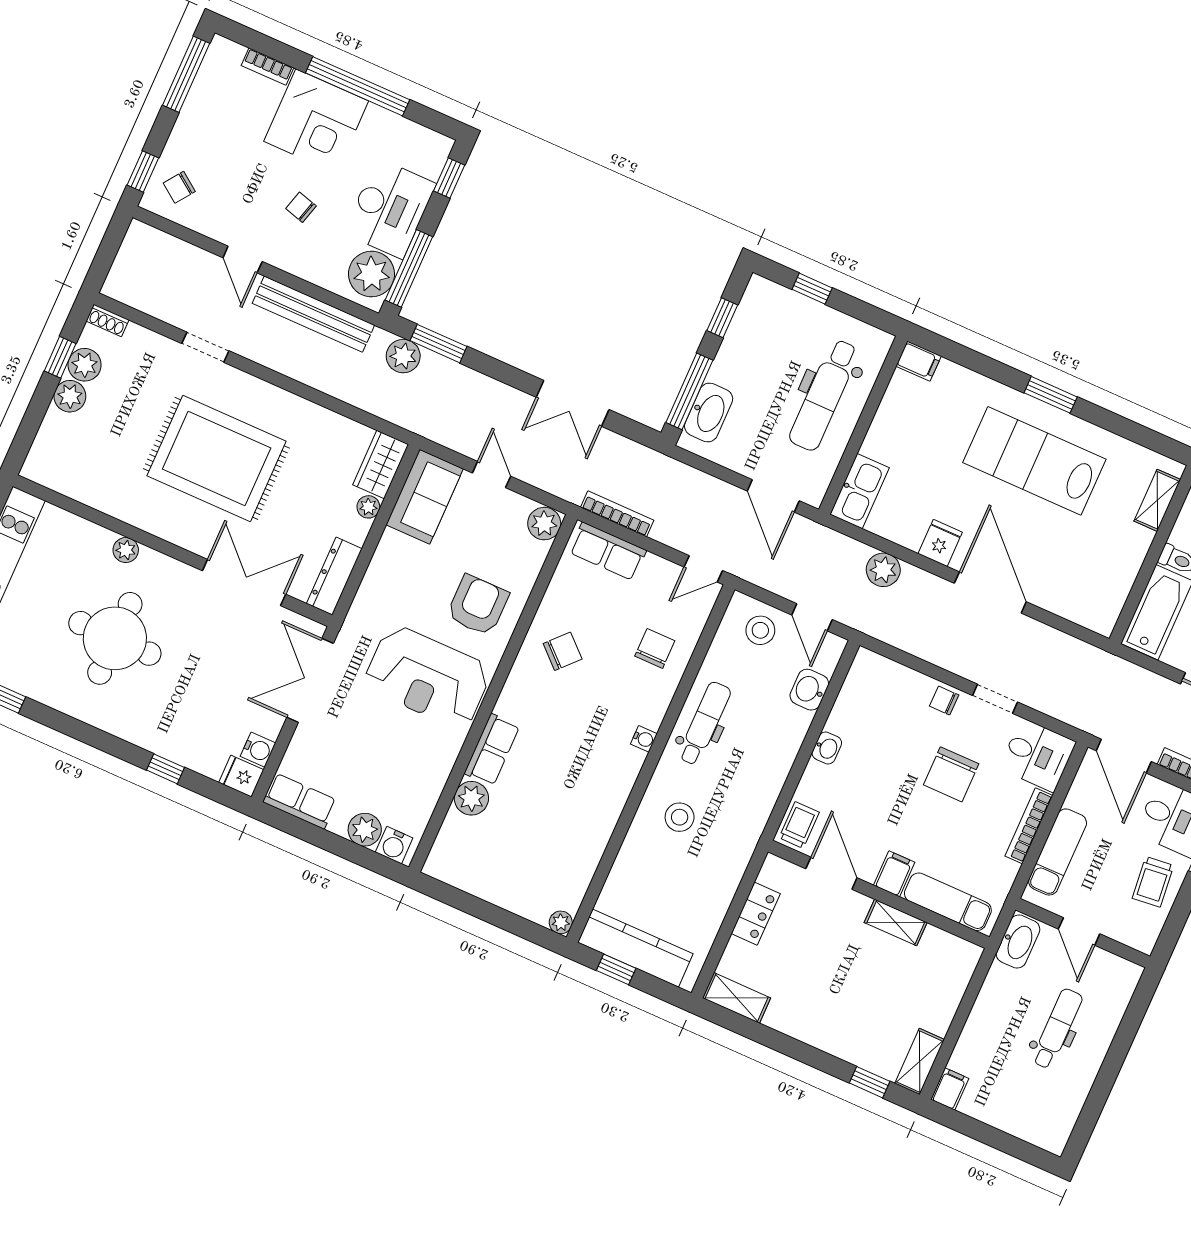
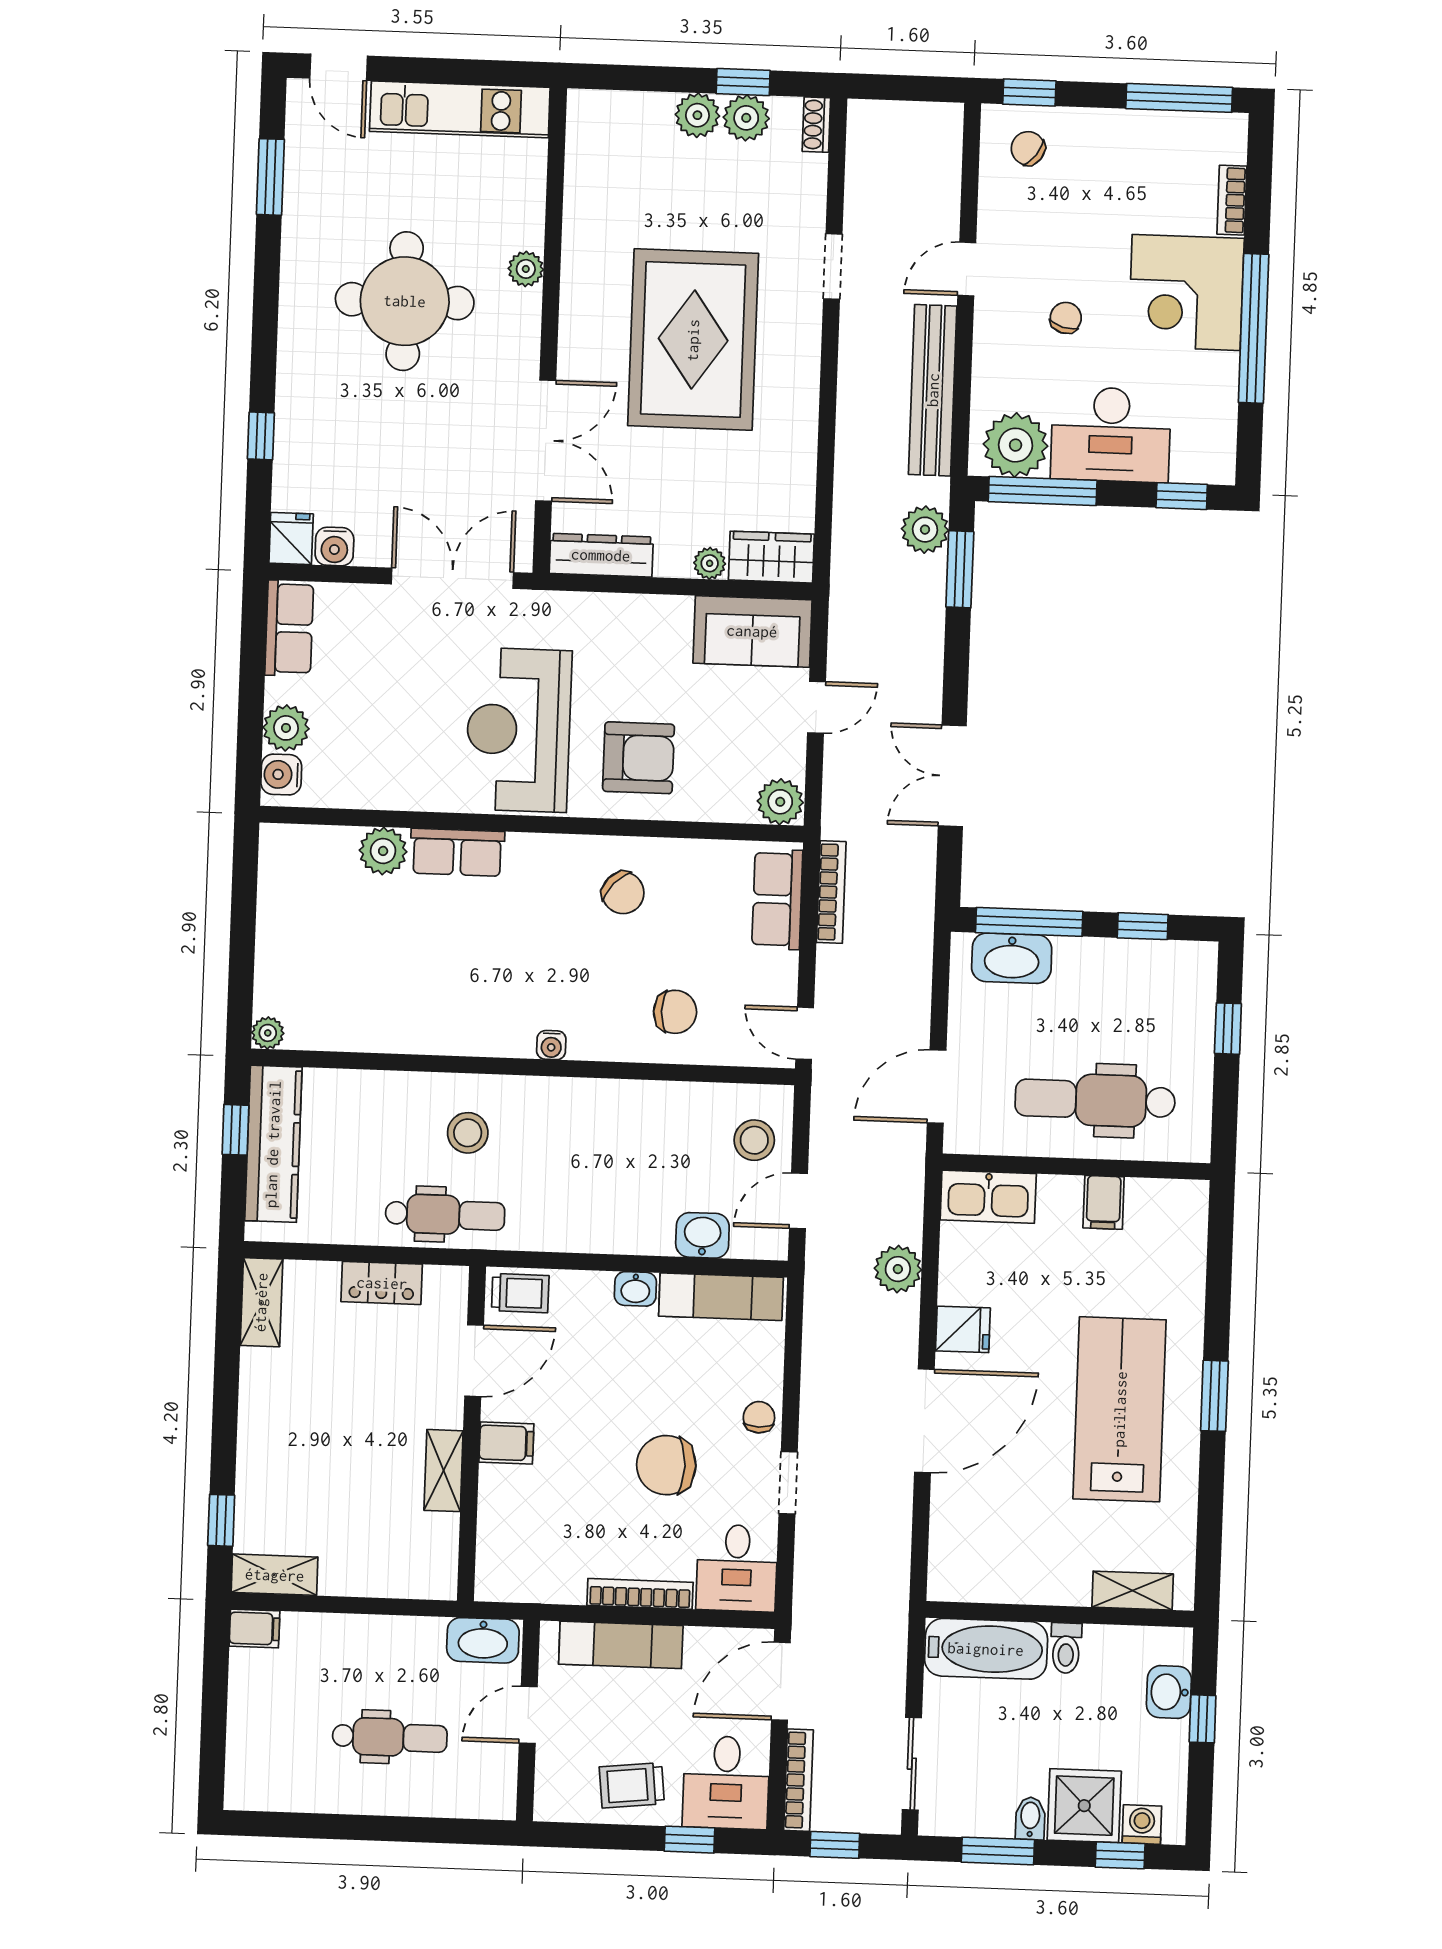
filing cabinet: (919, 361) -> (1104, 1202), moved
dental chair: (704, 723) -> (445, 1215), moved
exam couch: (948, 902) -> (721, 1297), moved, turned 90

